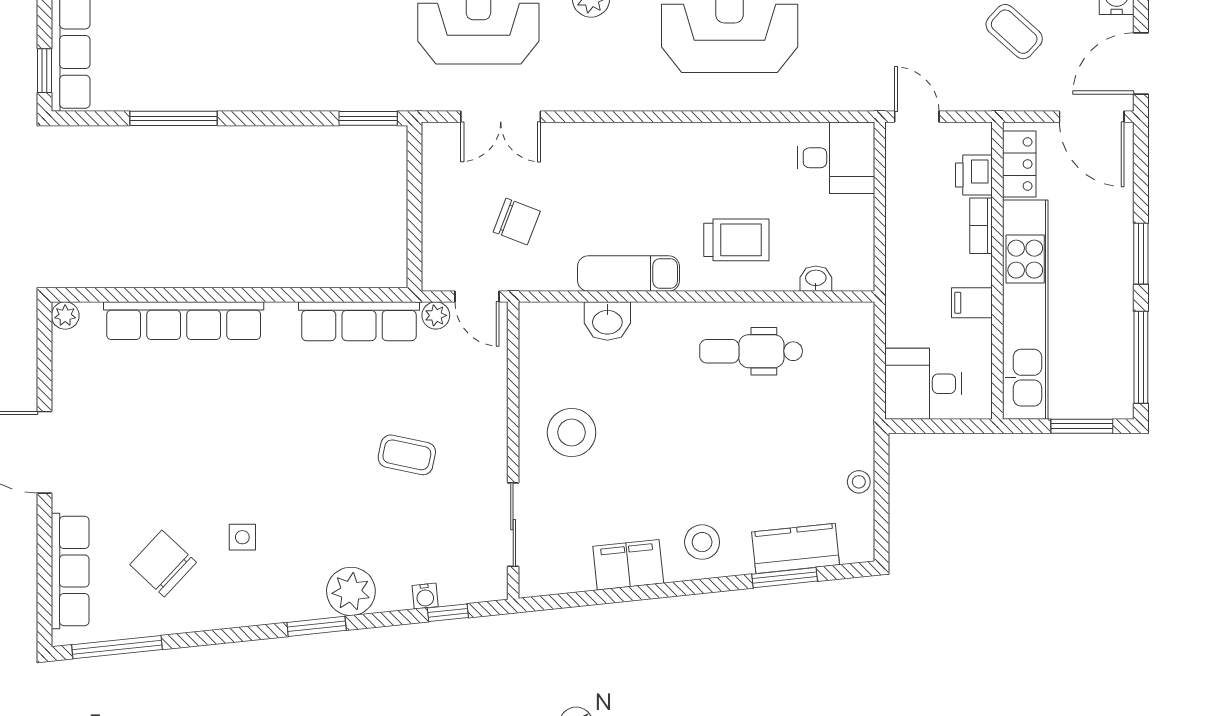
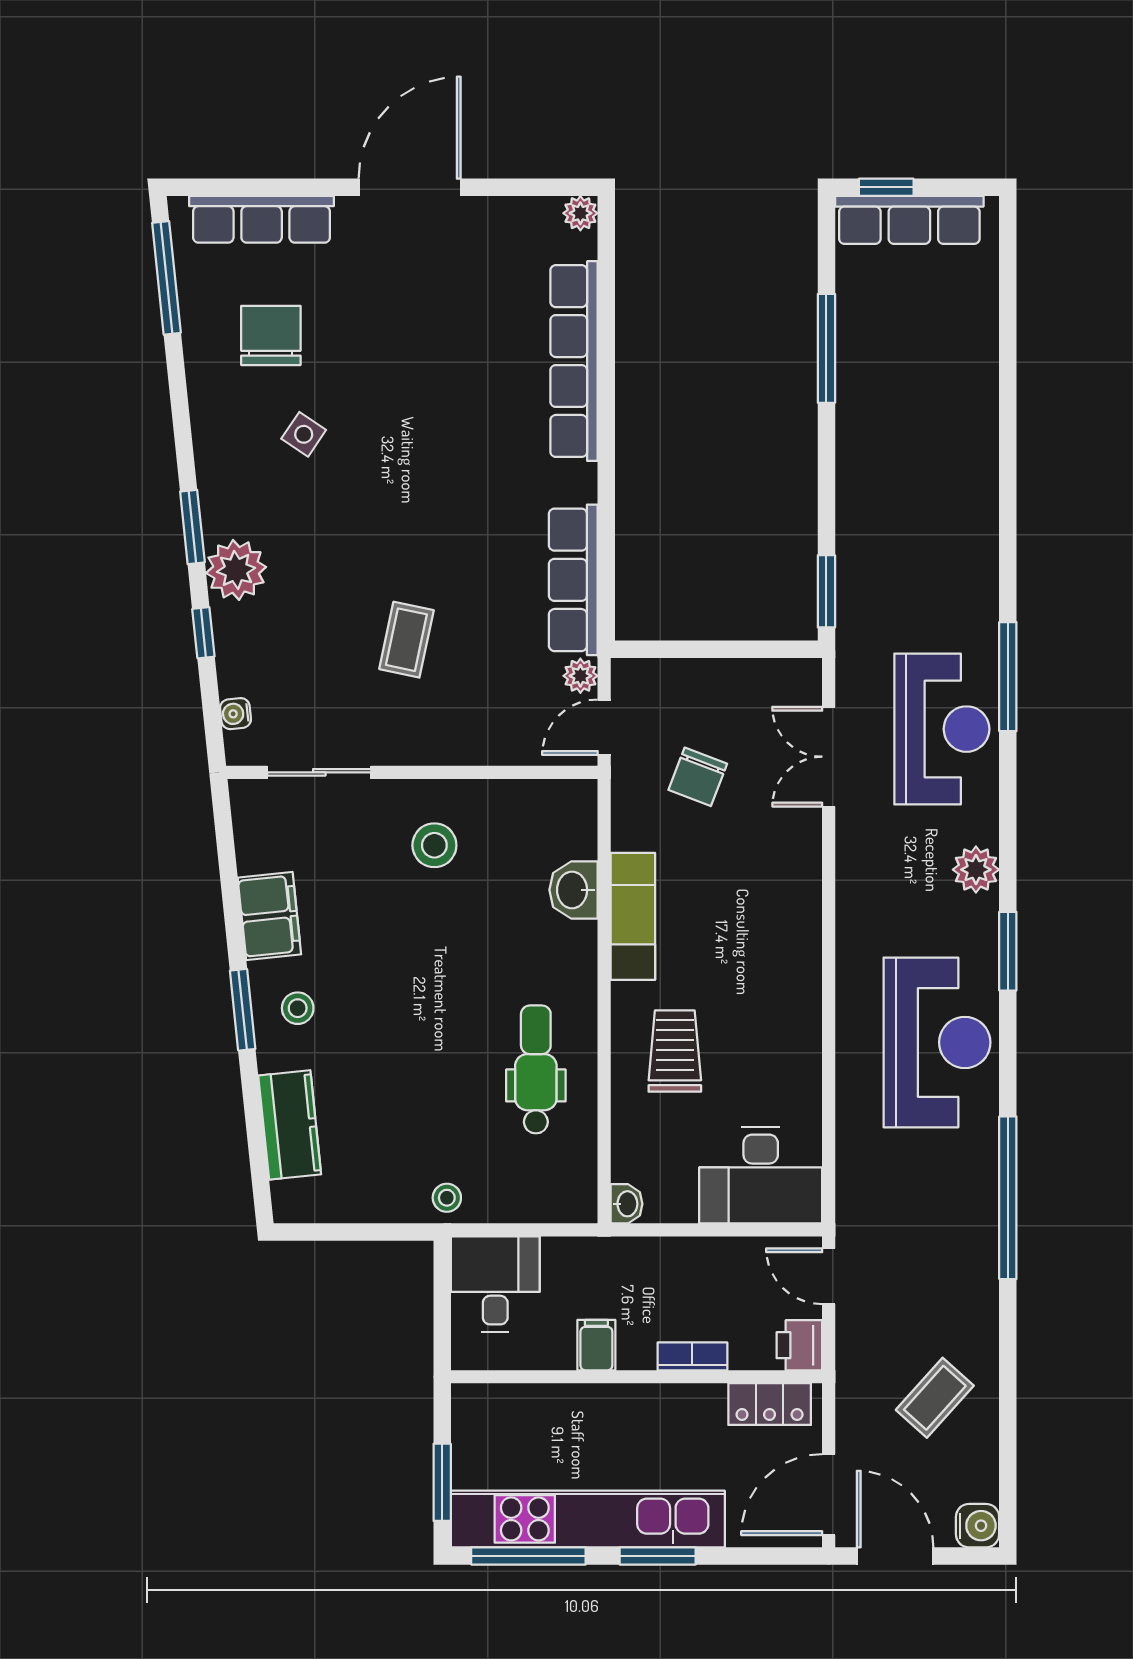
door: (917, 117) -> (829, 1276), swing flipped
desk: (836, 158) -> (761, 1175), width x1.37
printer: (974, 175) -> (799, 1345), moved, turned -90
trolley: (736, 240) -> (675, 1051), turned 180
washbasin: (816, 279) -> (626, 1204), moved
kitchen unit: (1025, 310) -> (588, 1519), moved, turned 180
stool: (572, 433) -> (434, 845), width x0.73, depth x0.73
stool: (859, 482) -> (447, 1198), moved
side table: (242, 537) -> (304, 434), turned 34
stool: (702, 542) -> (298, 1008), width x0.73, depth x0.73
chair: (163, 564) -> (271, 335), turned -43
window: (785, 578) -> (243, 1010), moved
water cooler: (425, 596) -> (235, 714), moved
window: (448, 613) -> (203, 633), moved

